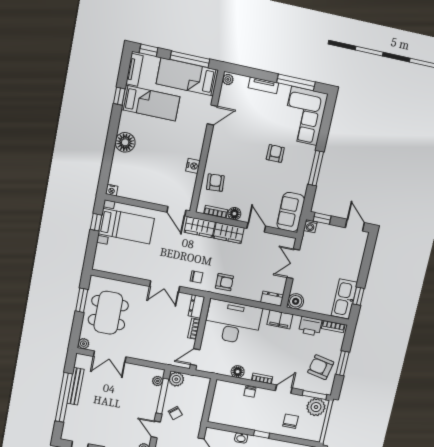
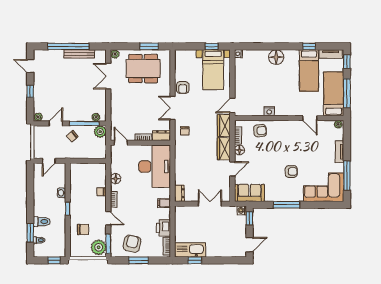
armchair: (224, 282) -> (183, 87), moved
boiler: (296, 301) -> (181, 212), removed
filing cabinet: (280, 319) -> (164, 203), width x0.50

